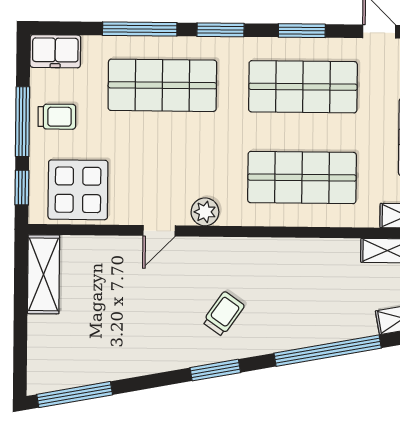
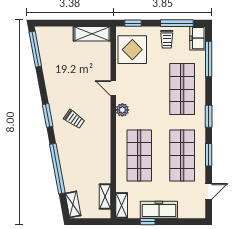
window: (140, 29) -> (209, 59), moved
window: (23, 122) -> (177, 23), moved

